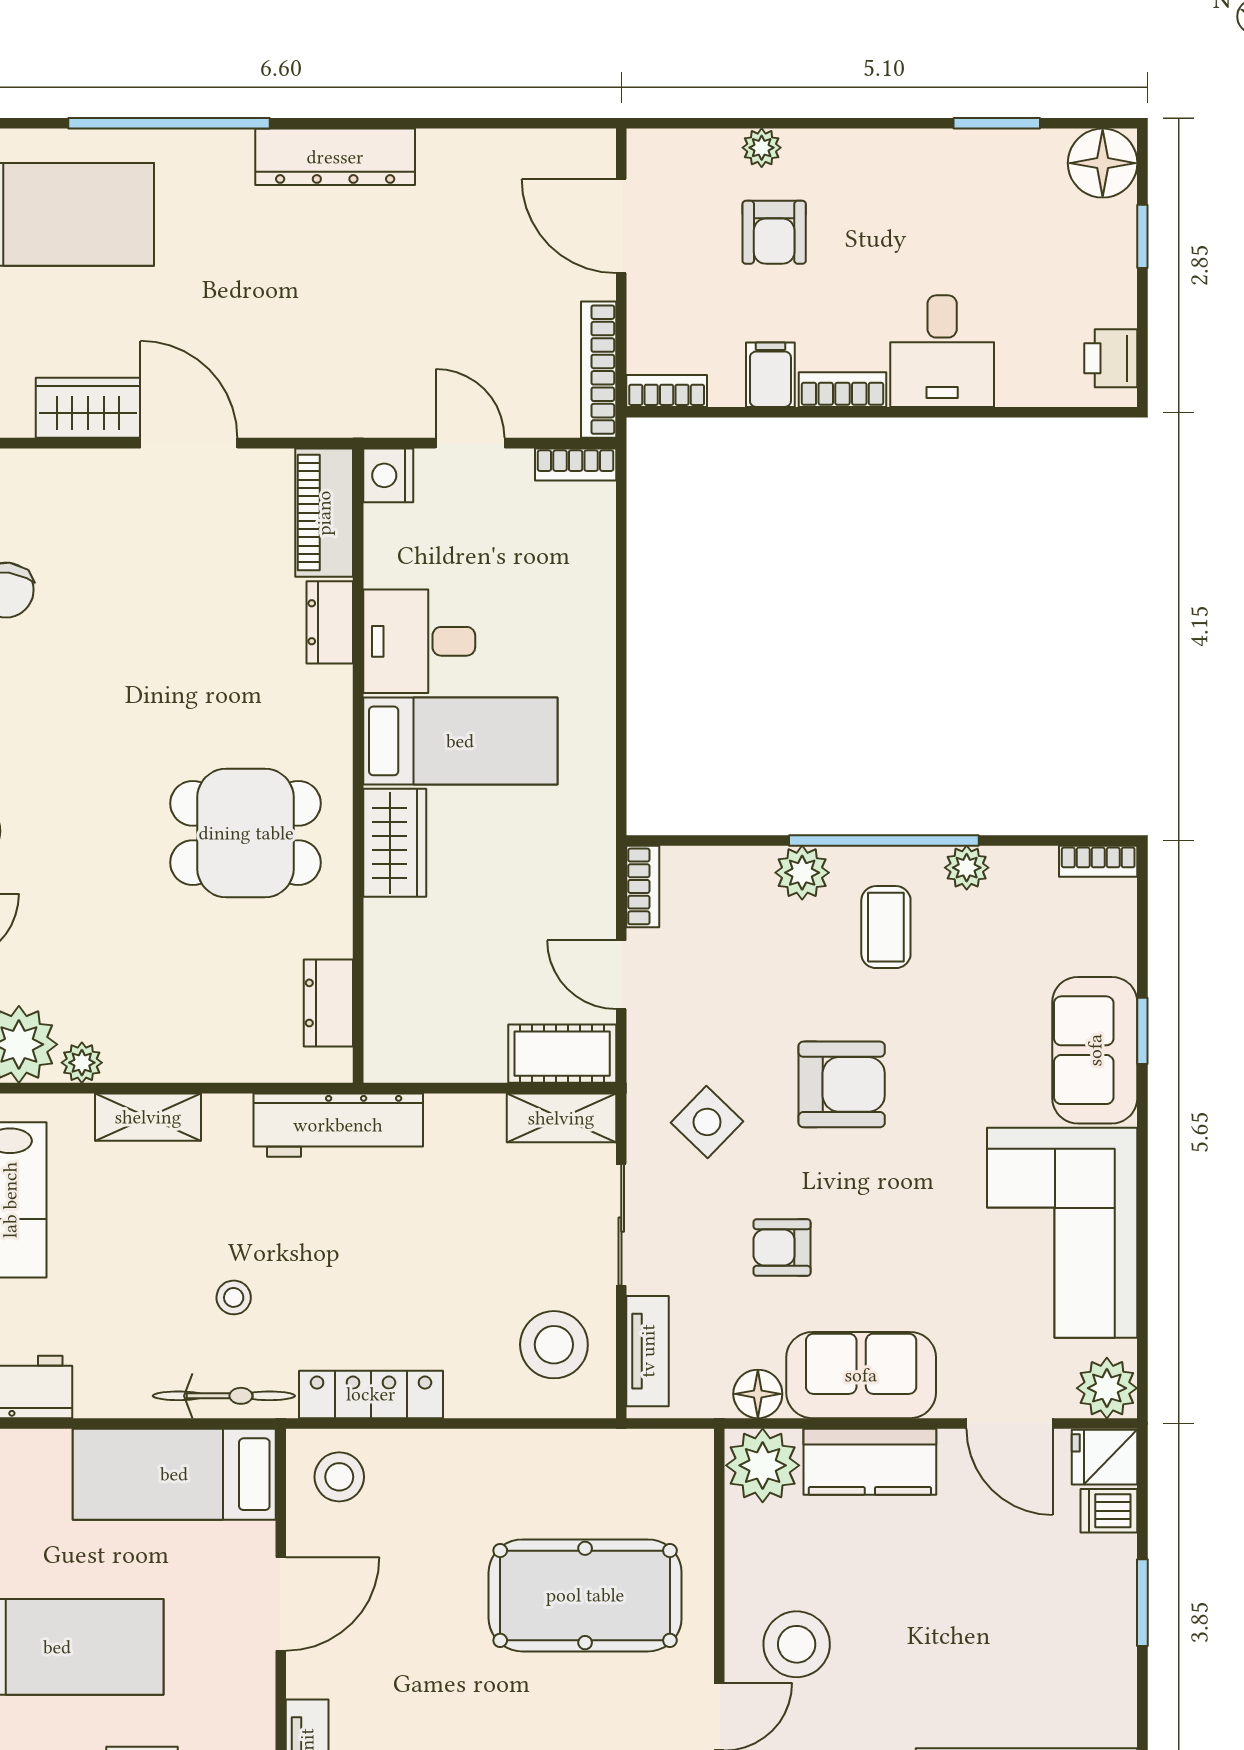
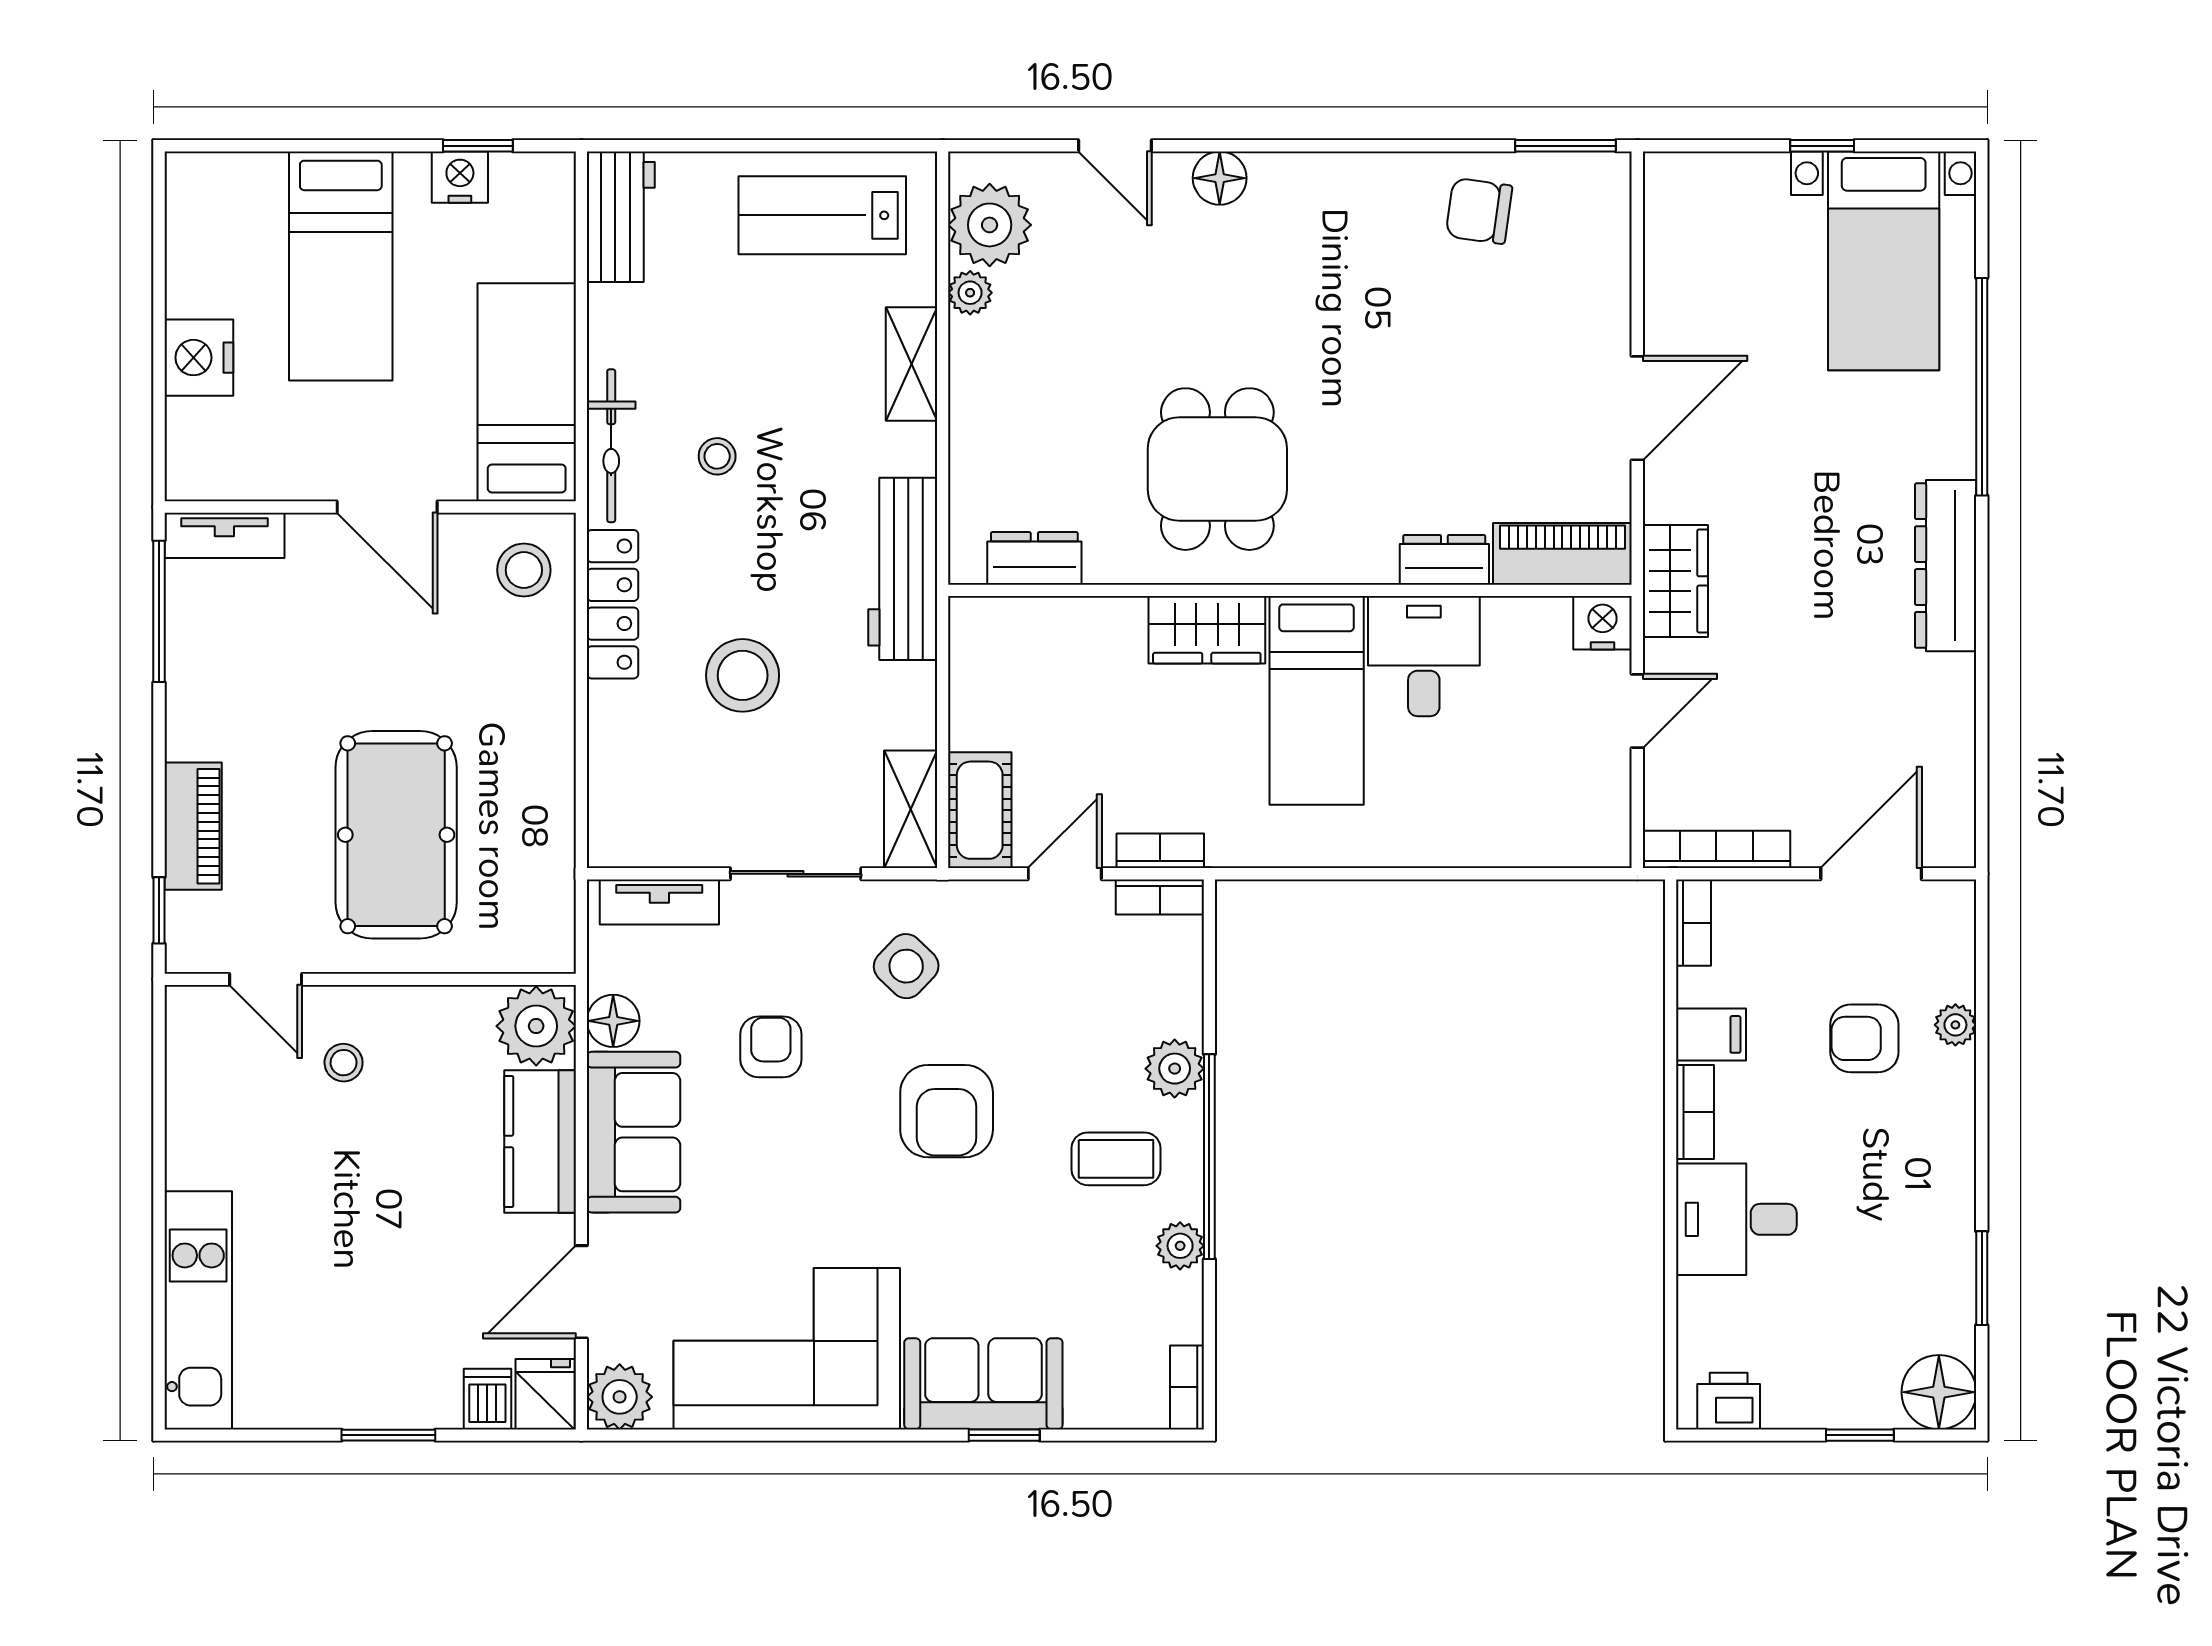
wardrobe: (88, 408) -> (1675, 581), moved
bookcase: (576, 465) -> (1160, 851), moved, turned 90
stool: (554, 1345) -> (743, 675), moved
stool: (797, 1644) -> (344, 1063), width x0.53, depth x0.53

